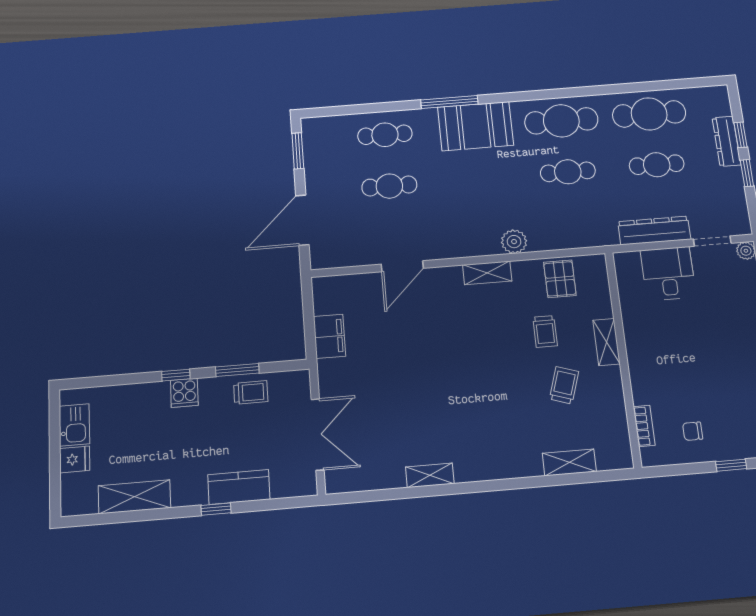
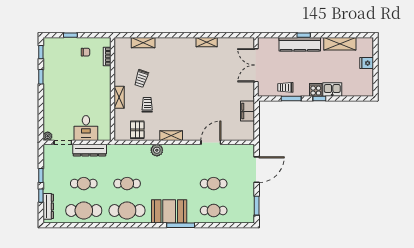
dresser: (727, 141) -> (48, 206), moved
kitchen sink: (74, 425) -> (332, 89), moved, turned 90
kitchen counter: (239, 487) -> (300, 44), width x1.50

